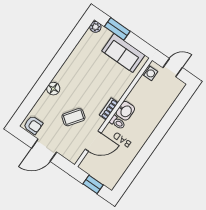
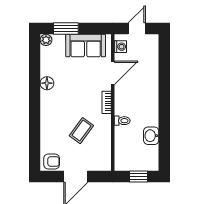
floor lamp: (53, 89) -> (47, 83), moved
washbasin: (125, 111) -> (151, 136), moved, turned 180
toilet: (117, 122) -> (122, 121), moved
door: (93, 141) -> (113, 73), moved

